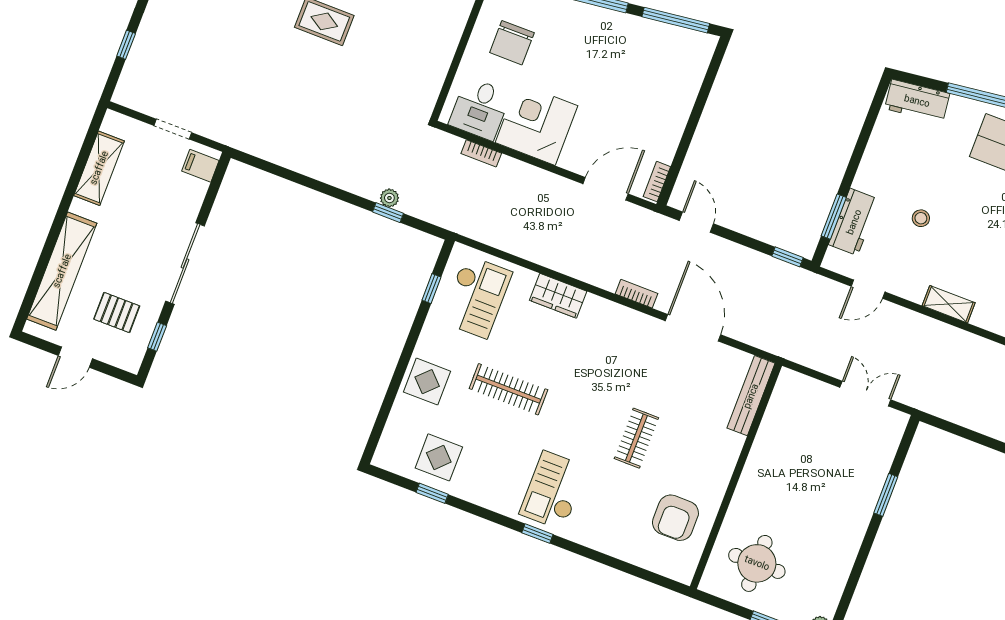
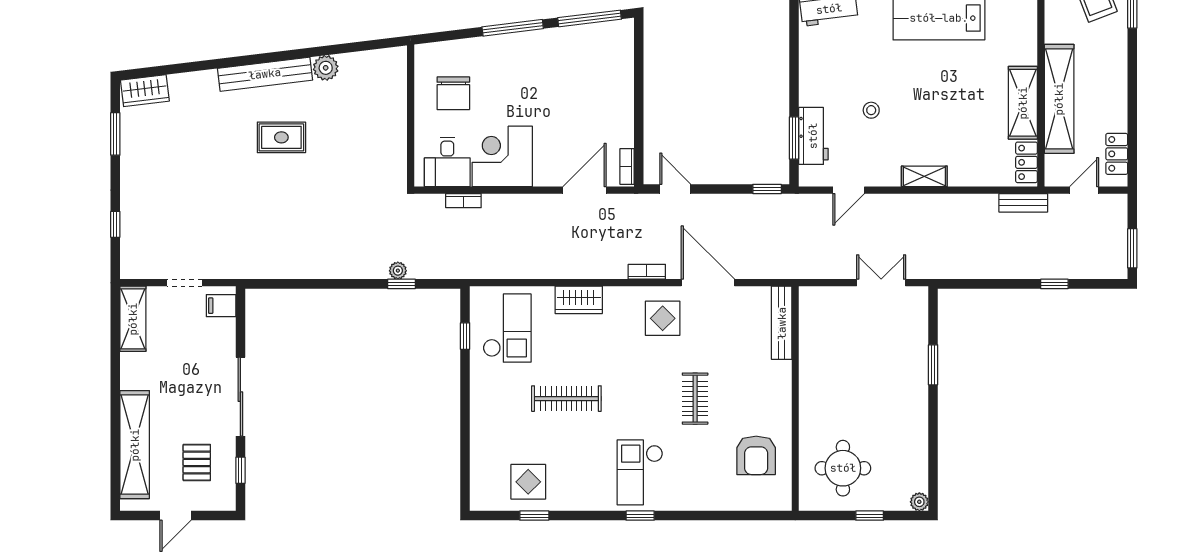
shelving: (99, 168) -> (133, 319), moved
pallet: (117, 312) -> (197, 462), turned 90
display table: (427, 382) -> (663, 318), moved

